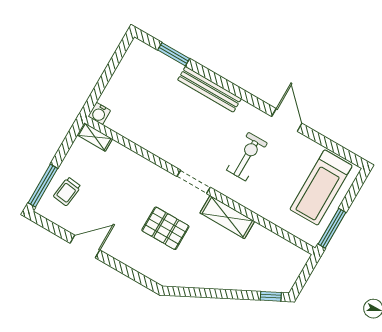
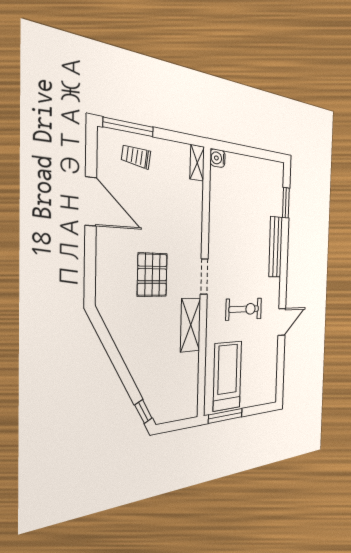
treadmill: (321, 187) -> (227, 376), moved, turned 90
door: (85, 247) -> (91, 201), width x1.36

